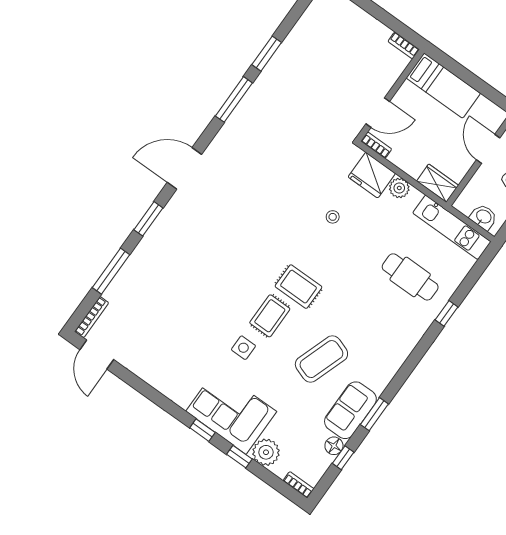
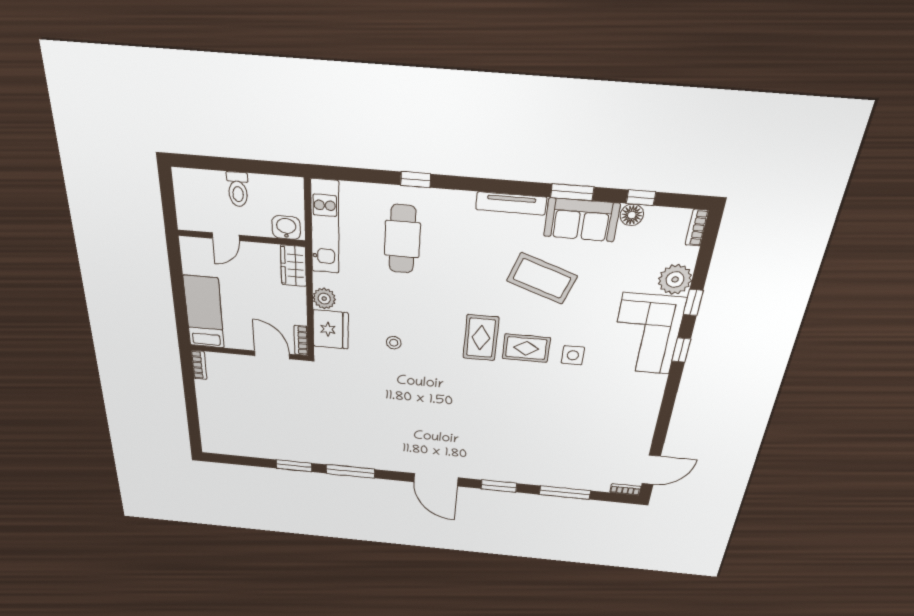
door: (488, 149) -> (226, 237), width x0.73
washbasin: (483, 217) -> (286, 228), moved, turned 90
bookcase: (92, 317) -> (625, 489), width x0.64
tv unit: (391, 369) -> (511, 203), added

